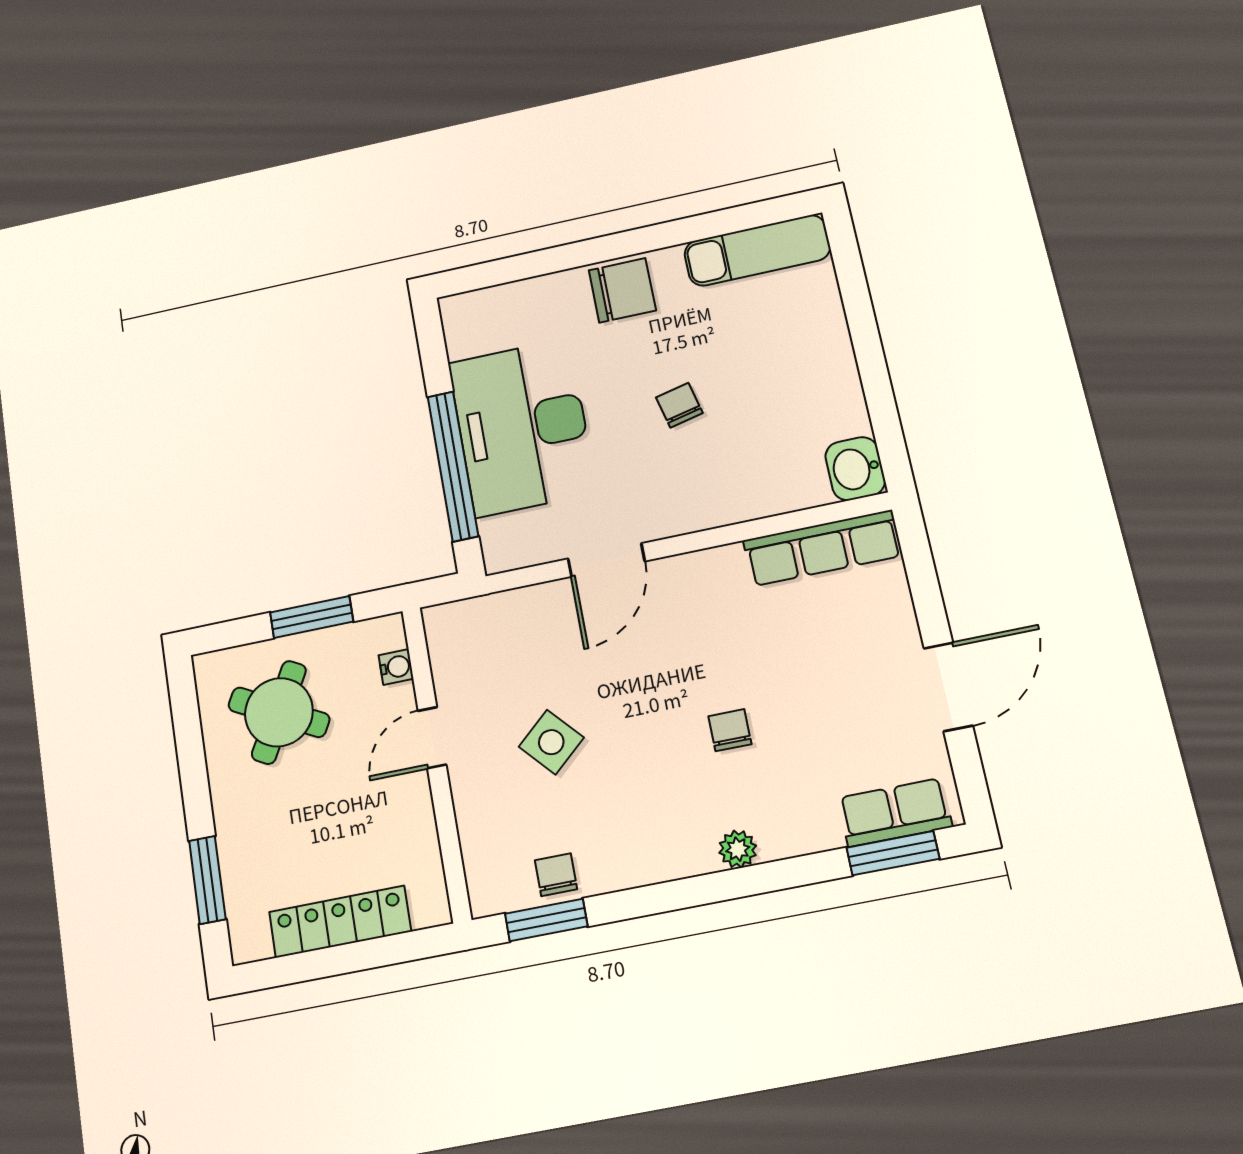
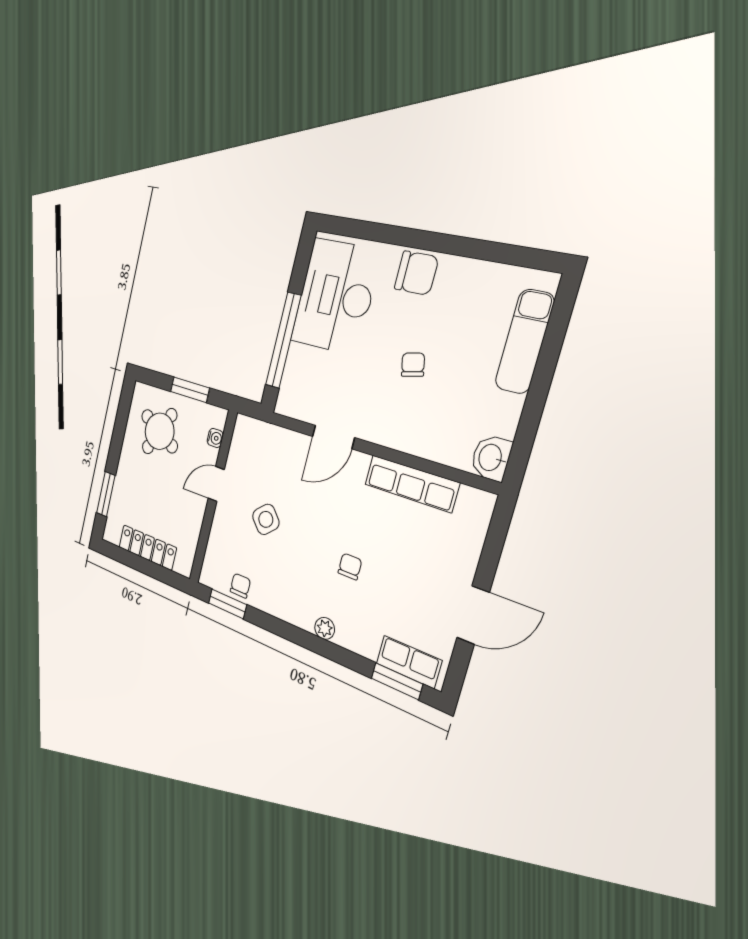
exam couch: (757, 250) -> (525, 342), moved, turned 90
desk: (522, 427) -> (336, 296), moved
row of seats: (822, 548) -> (411, 483), moved

